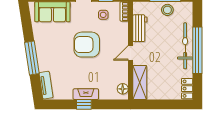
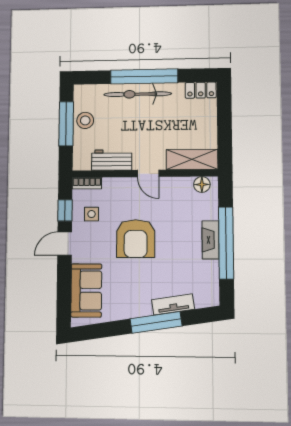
tv unit: (46, 85) -> (173, 304), moved
window: (84, 104) -> (226, 243), width x3.17

